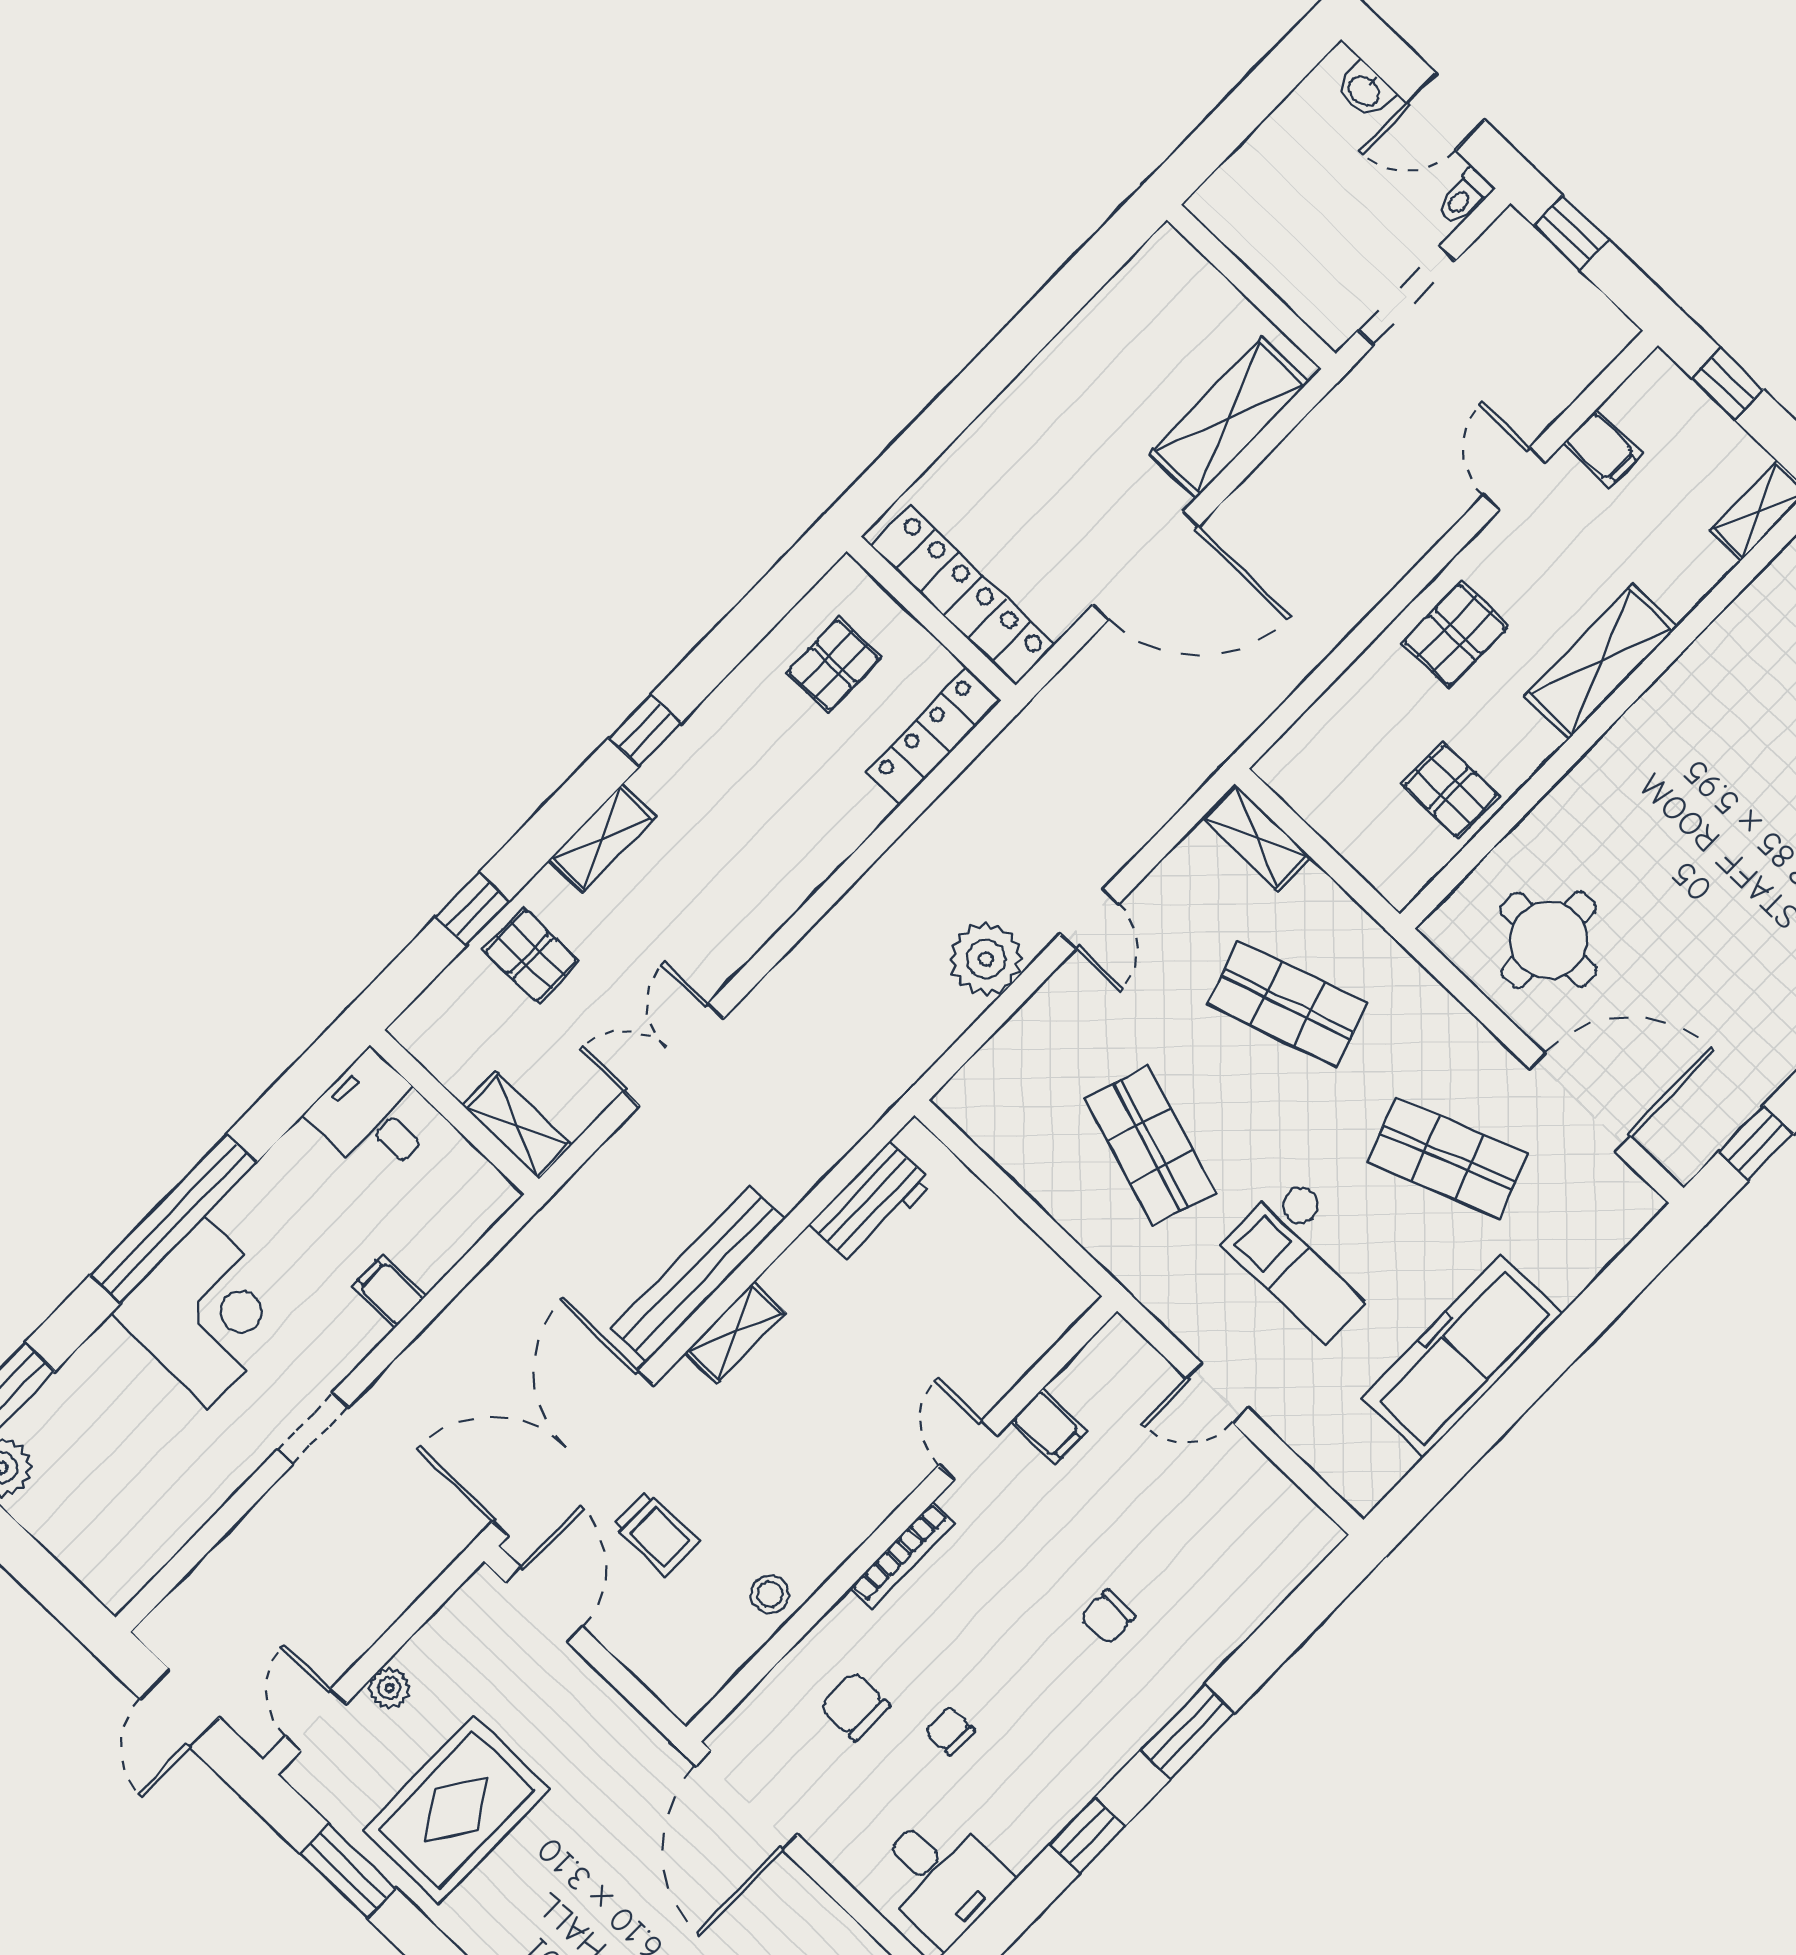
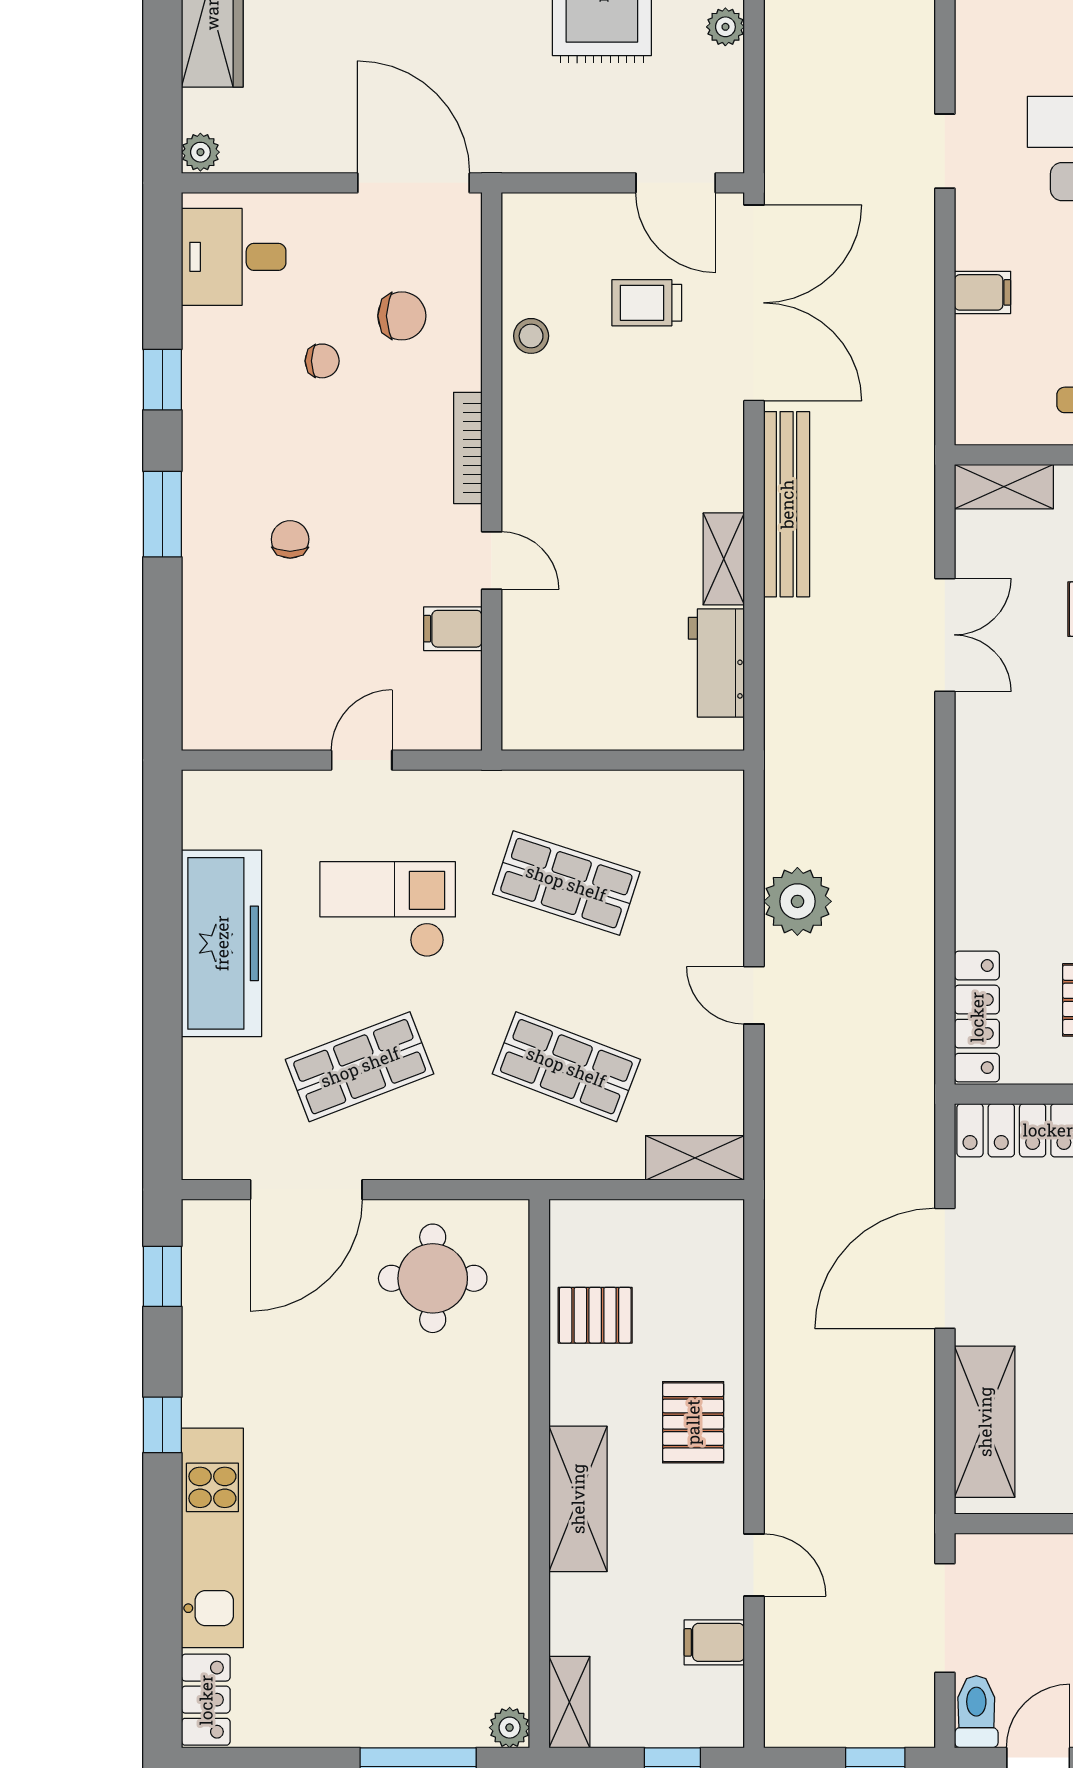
toilet: (1464, 197) -> (976, 1712), width x1.37, depth x1.39
shop shelf: (1288, 1004) -> (566, 1067), turned 39
shelving: (735, 1333) -> (724, 559), moved

